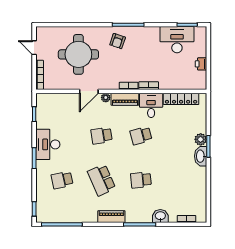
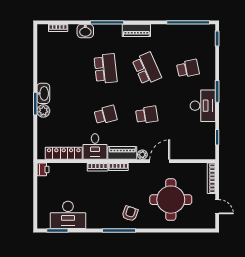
printer: (201, 64) -> (43, 169), moved
school desk: (141, 180) -> (106, 69), width x1.85

